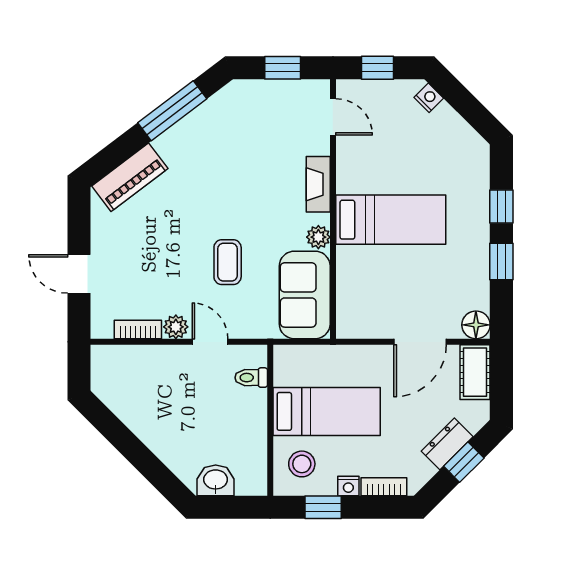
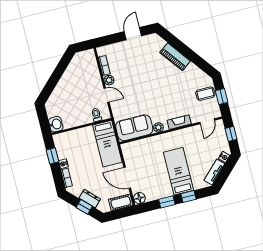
window: (172, 111) -> (194, 57), removed
tv unit: (459, 130) -> (214, 172), added
piano: (130, 177) -> (175, 57), moved
bed: (391, 220) -> (178, 171), moved, turned 180
coffee table: (228, 262) -> (205, 94), moved
door: (79, 274) -> (133, 34), moved
door: (210, 342) -> (106, 95), hinge flipped
bed: (327, 411) -> (107, 144), moved
stool: (302, 464) -> (67, 143), removed
washbasin: (216, 480) -> (56, 124), moved

